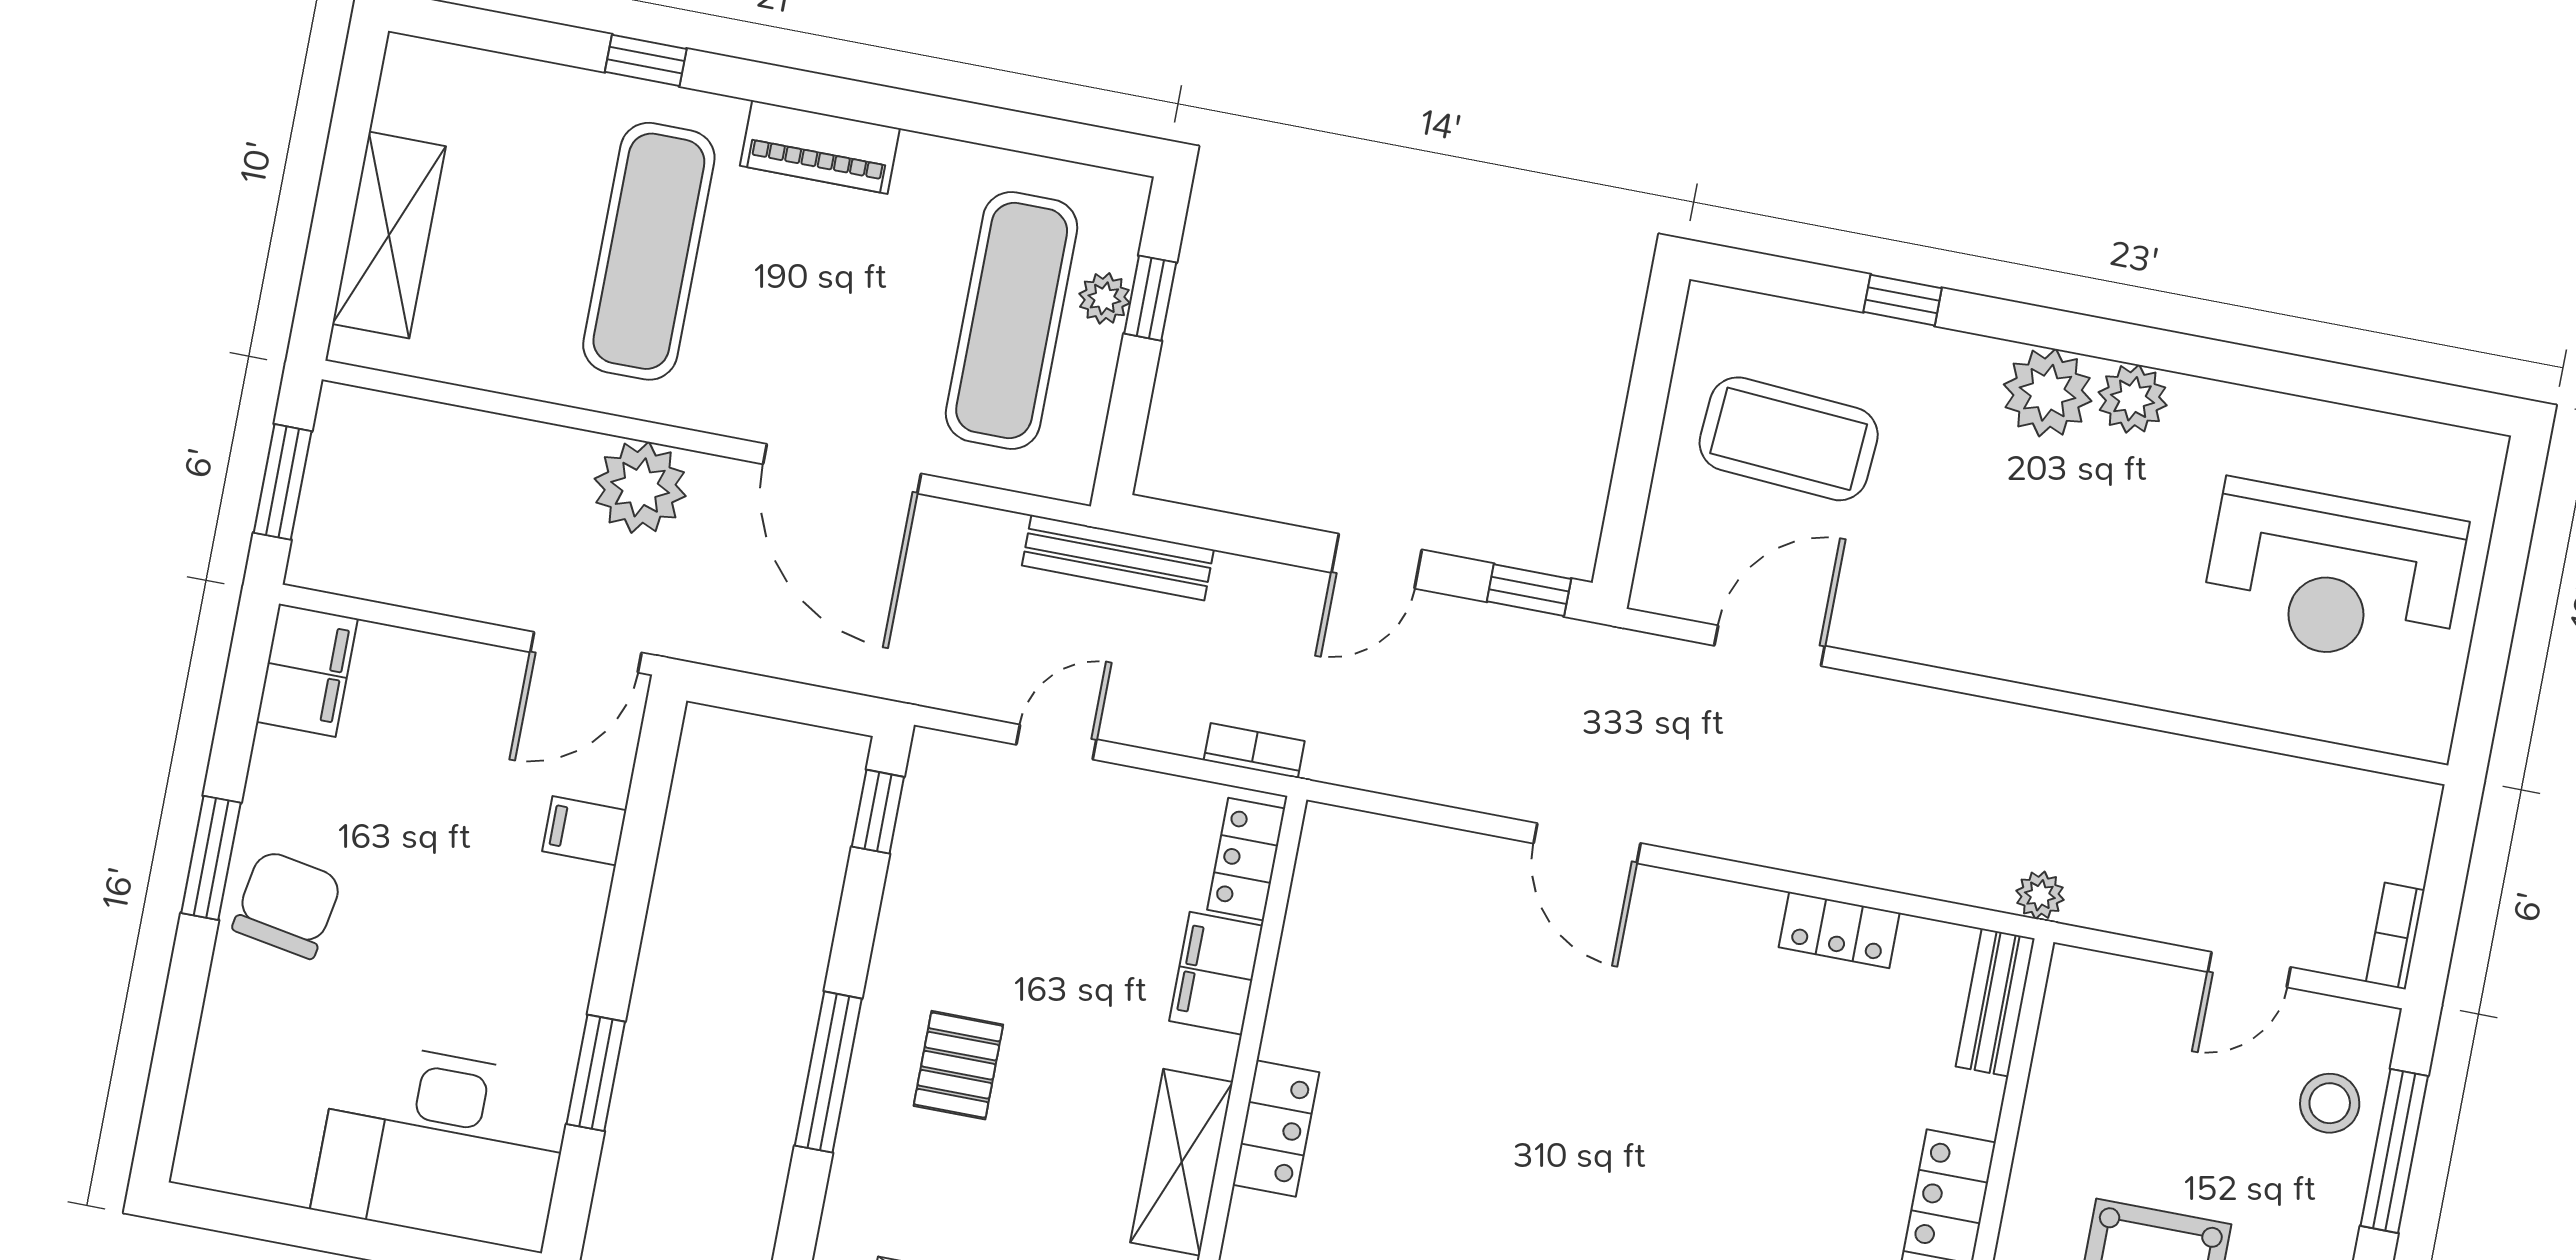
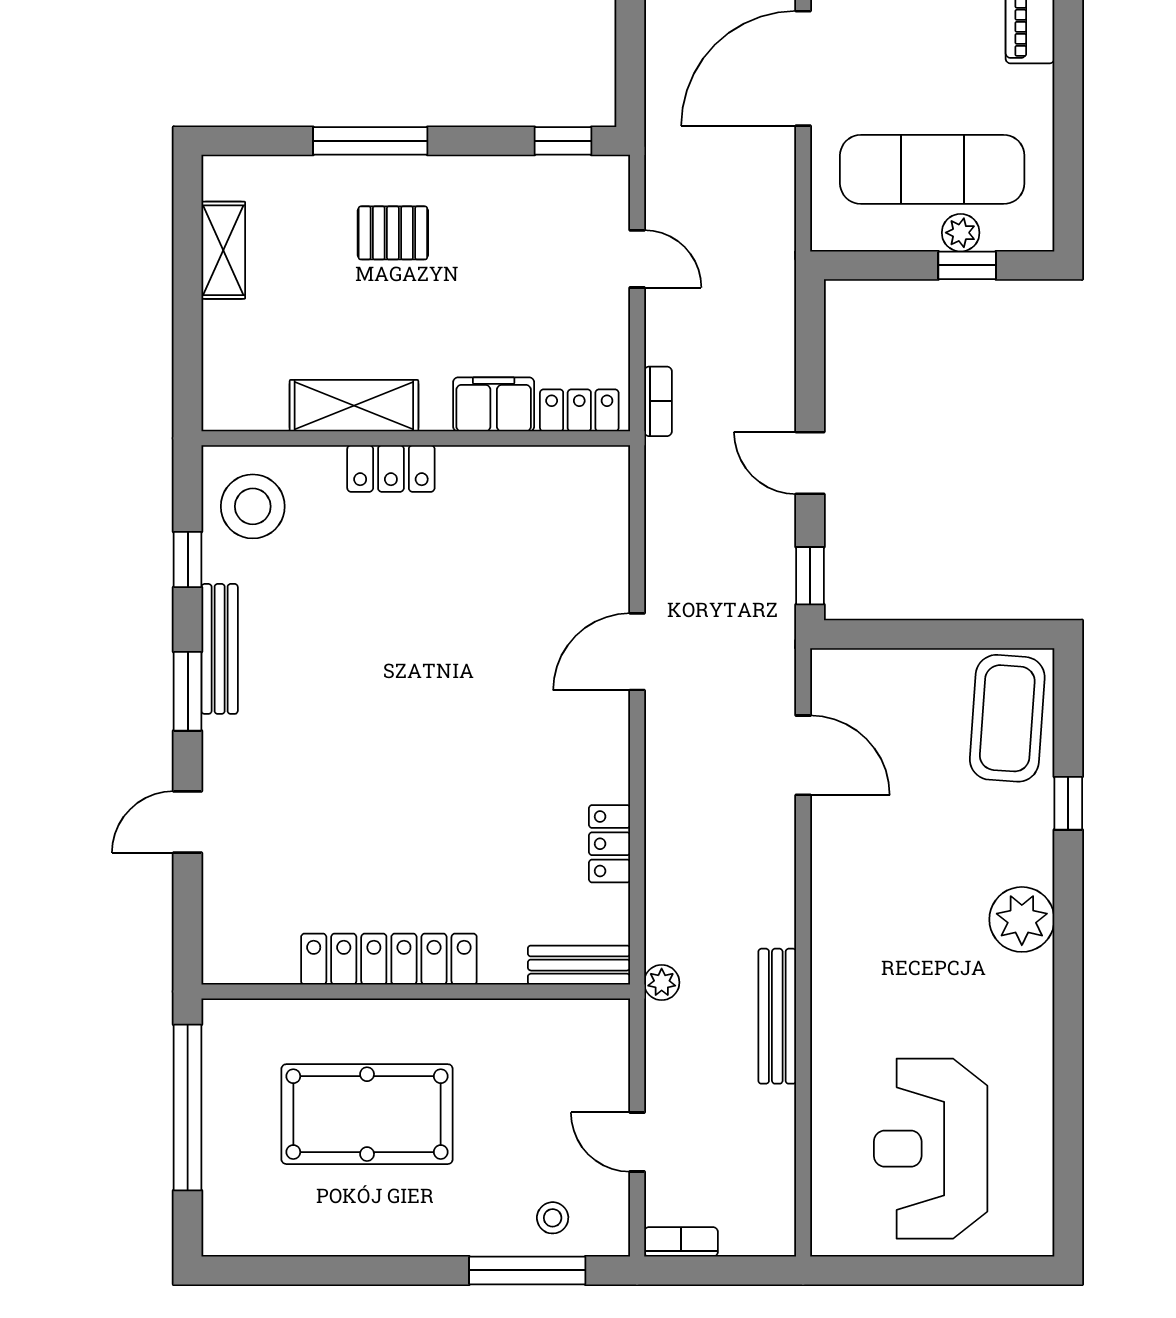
plant: (2133, 399) -> (1029, 981), removed
coffee table: (1789, 439) -> (1007, 718), moved
bench: (1118, 558) -> (777, 1016), moved
stool: (2330, 1103) -> (553, 1218), width x0.73, depth x0.73

